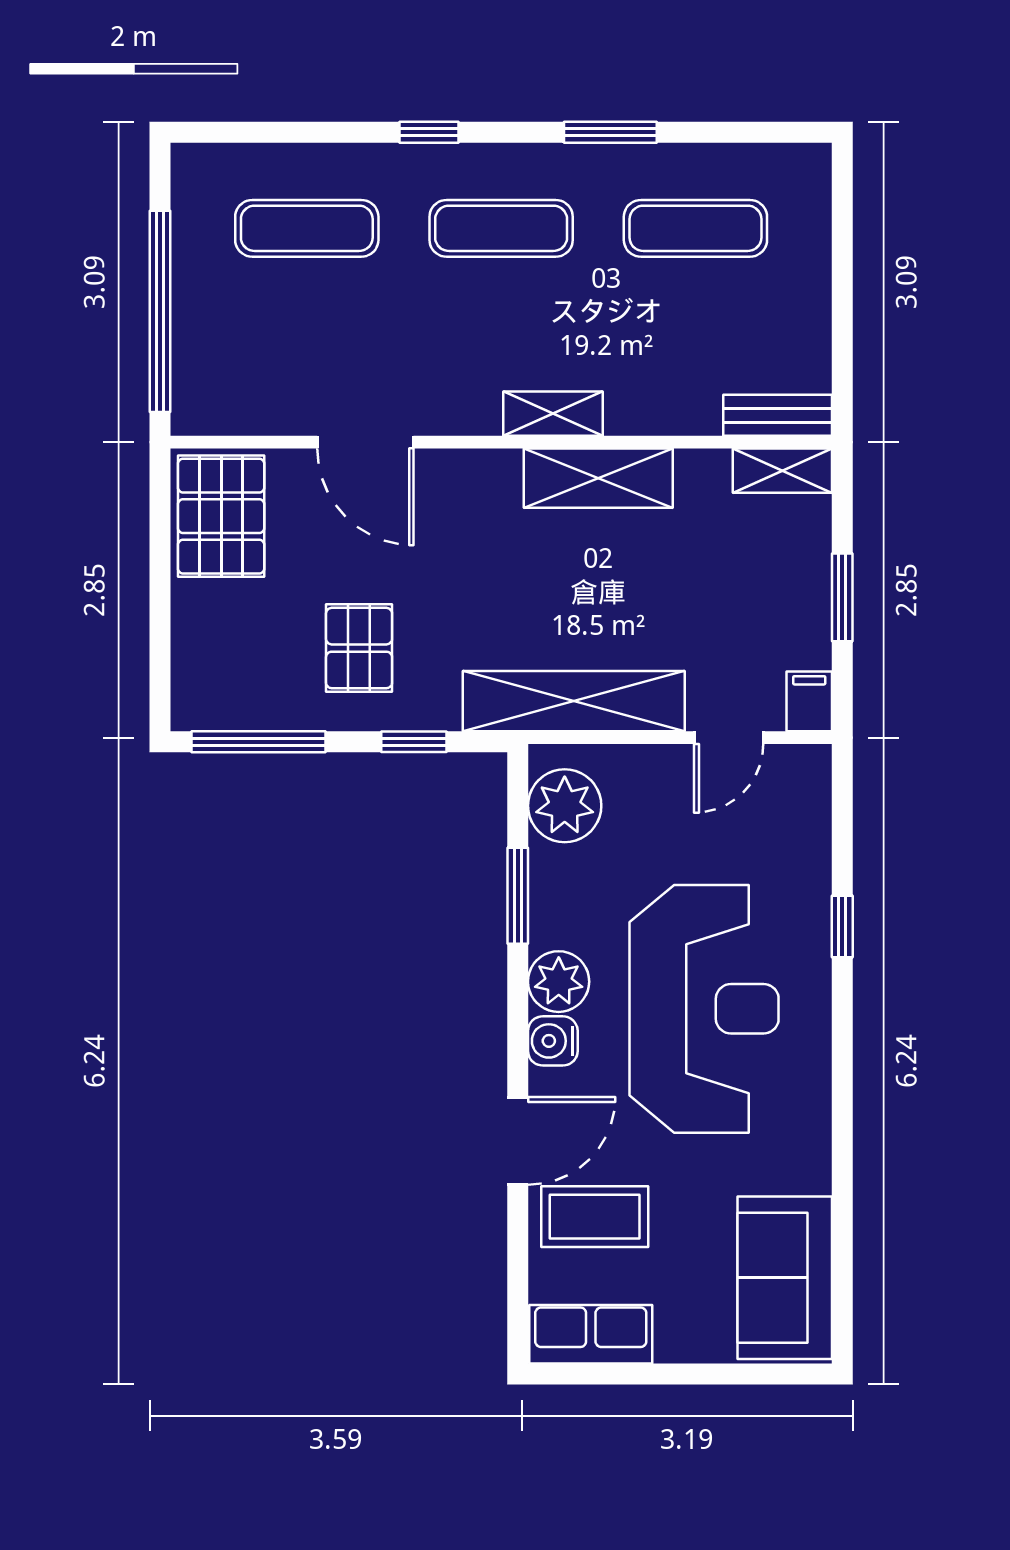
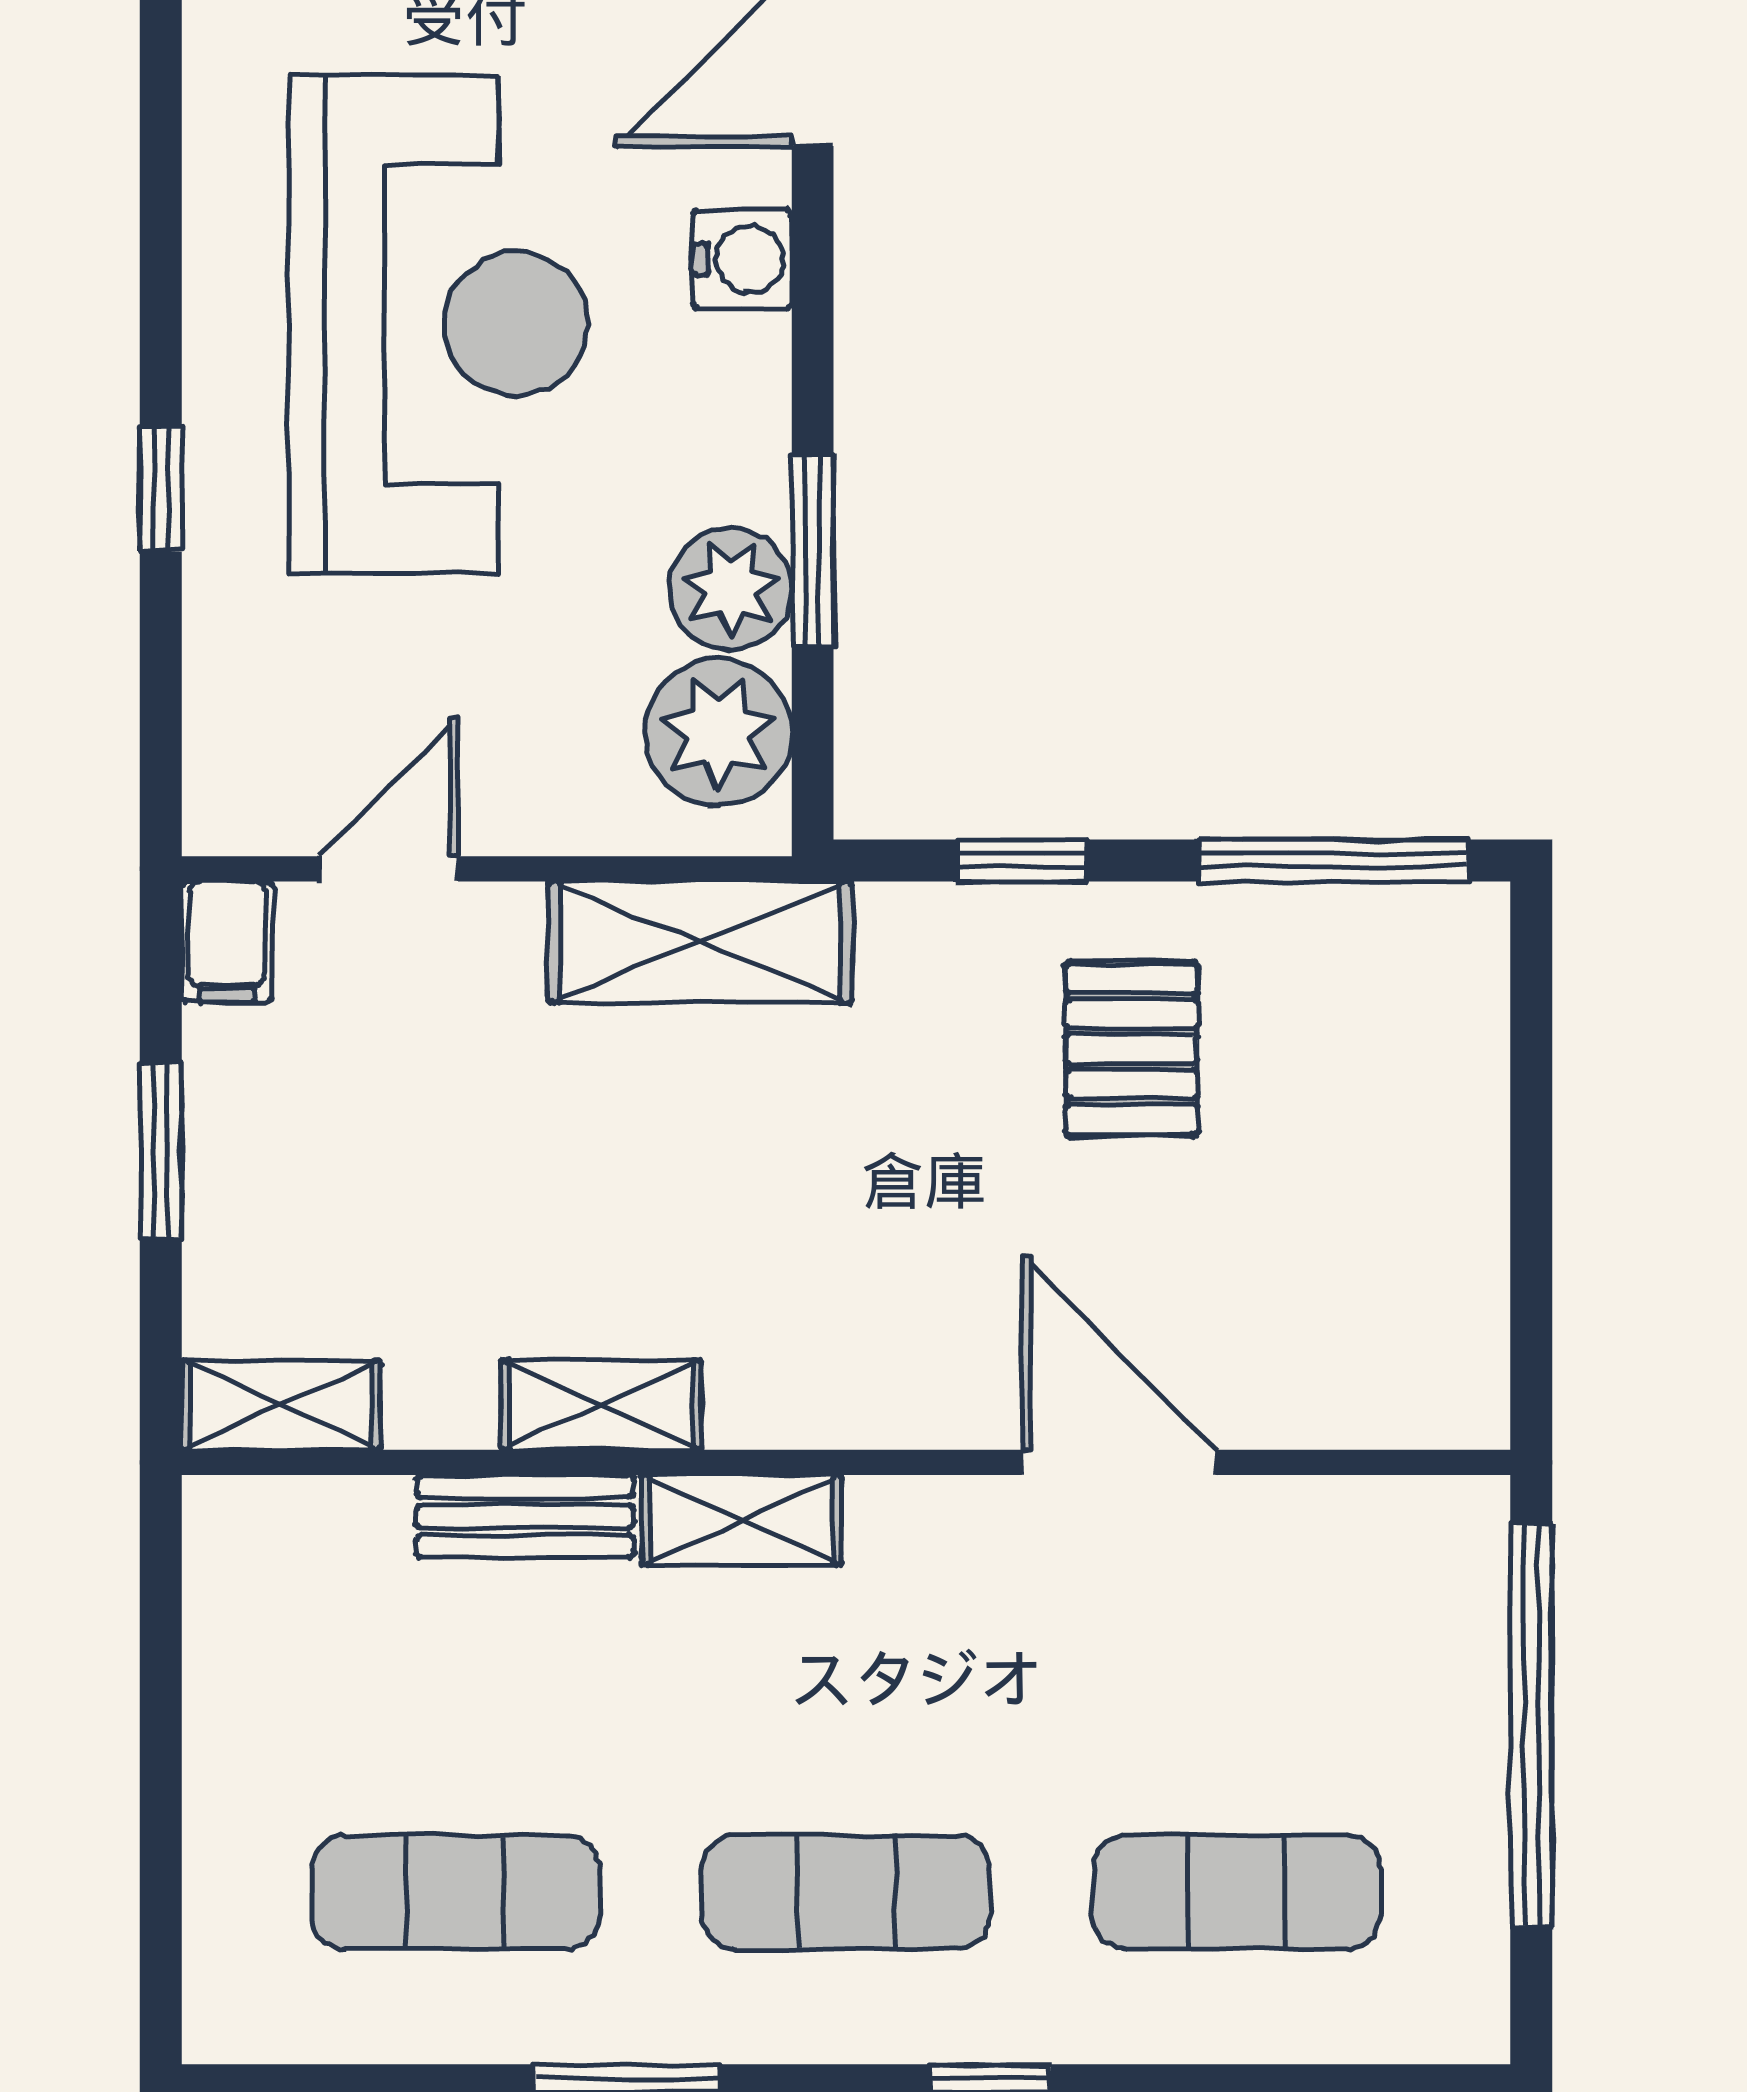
bench: (778, 415) -> (525, 1516), moved
shelving: (598, 478) -> (601, 1405), width x0.67, depth x0.75
pallet: (221, 516) -> (1409, 1314), removed
shelving: (574, 701) -> (700, 942), width x0.68
plant: (559, 982) -> (731, 589), moved
reception desk: (704, 1009) -> (438, 324), turned 180

